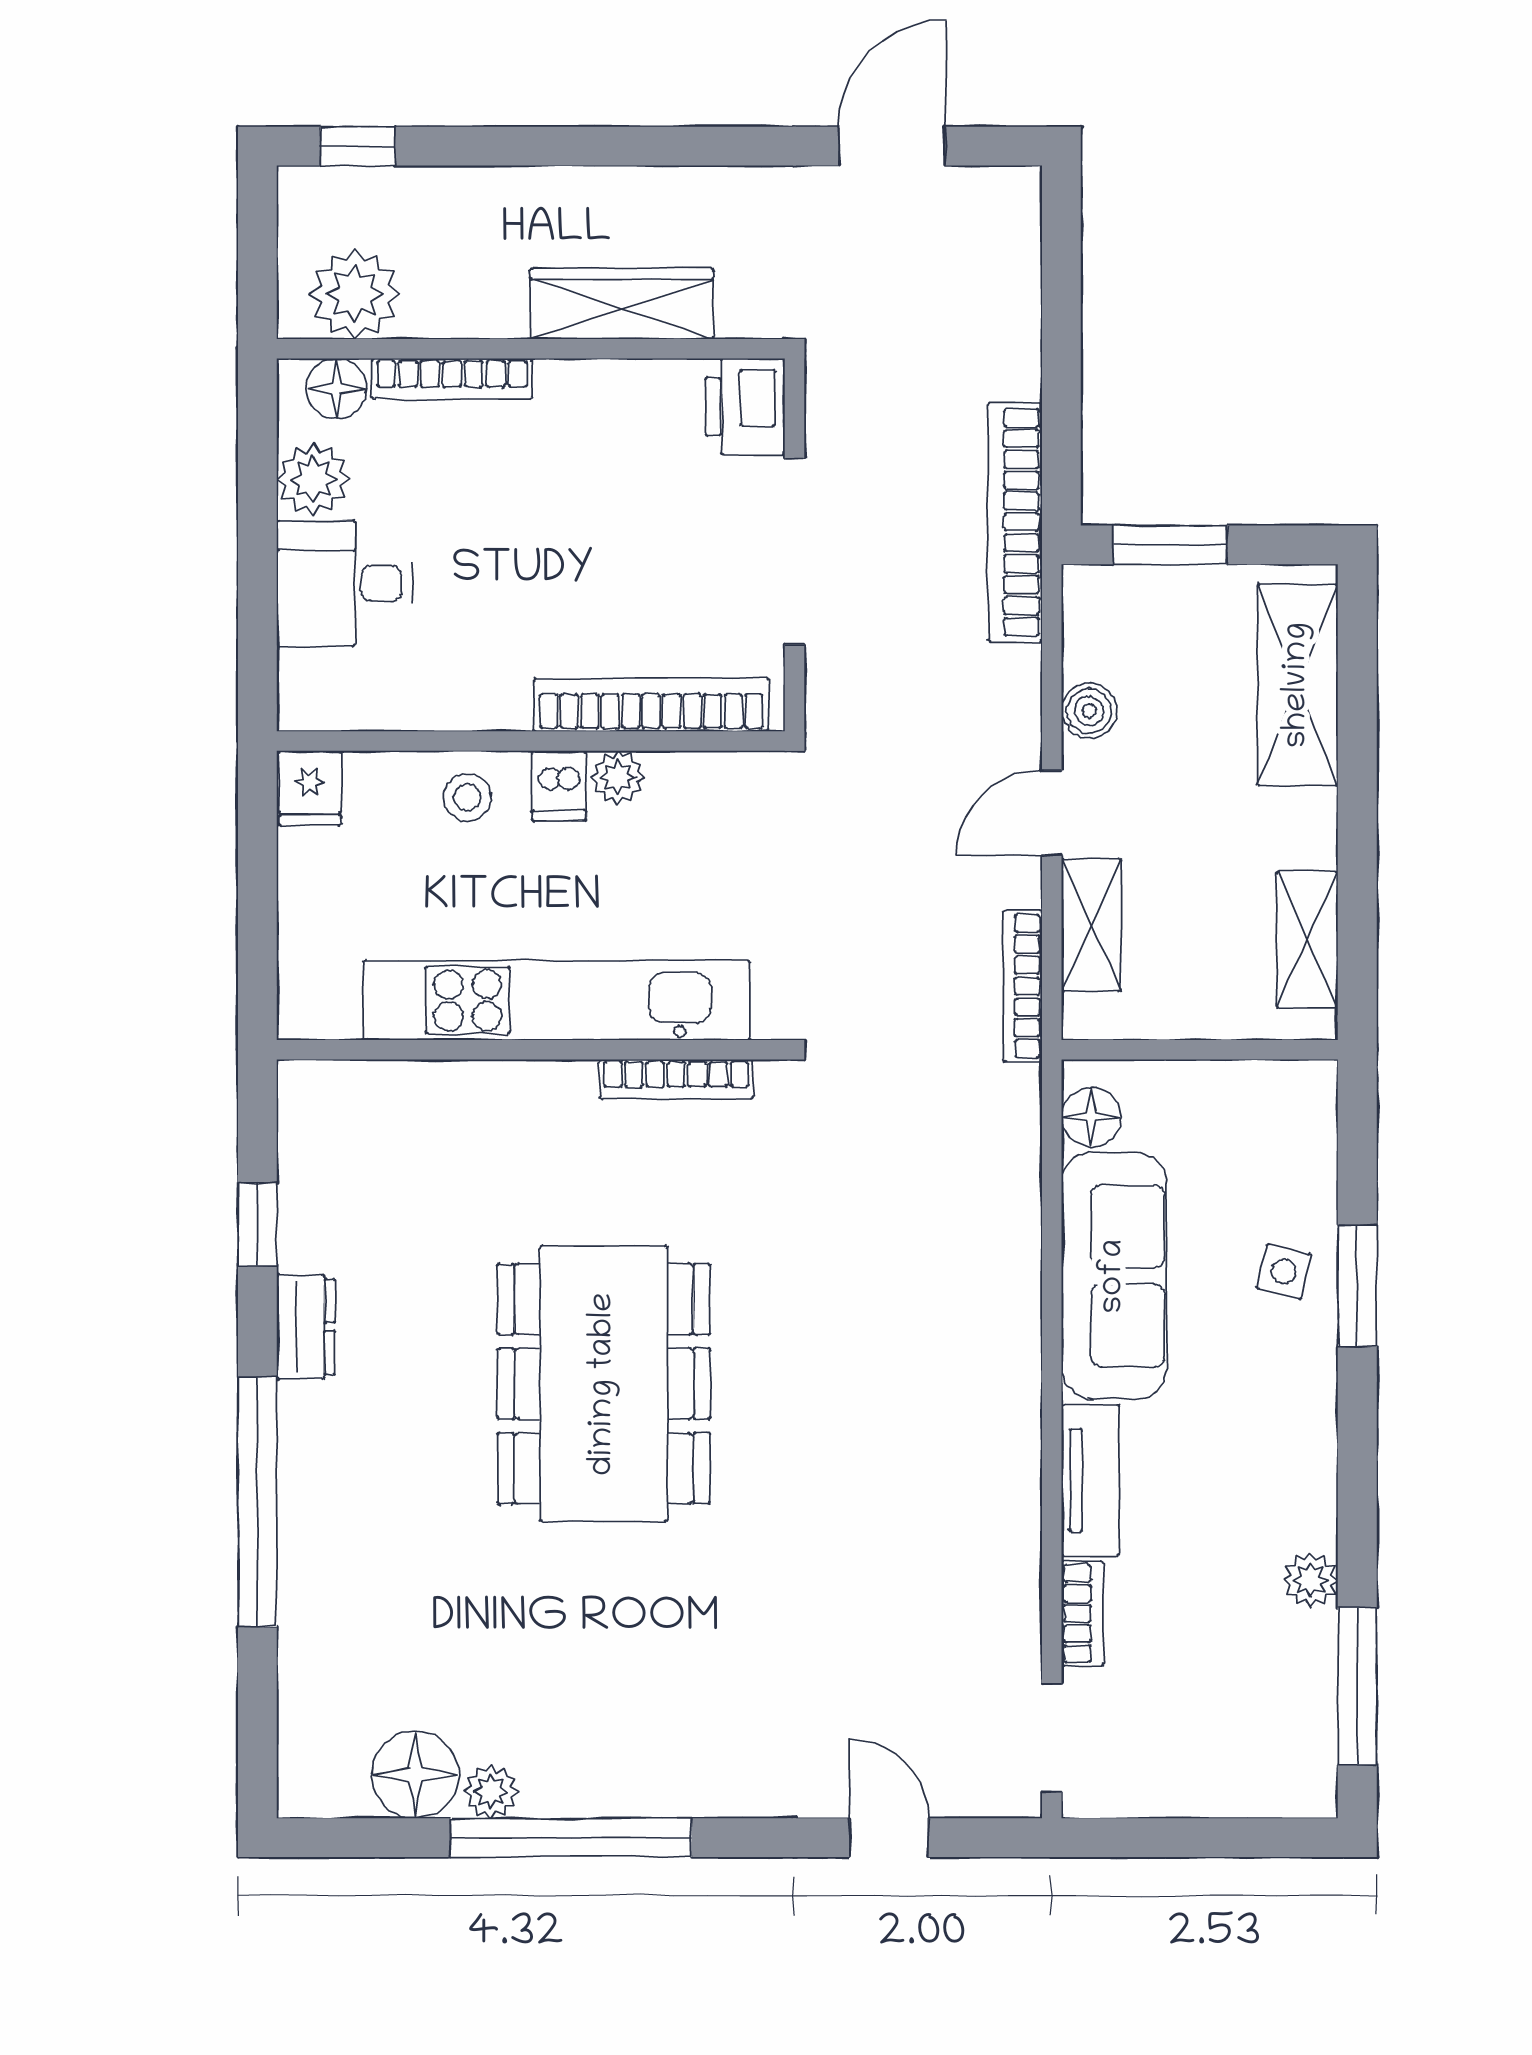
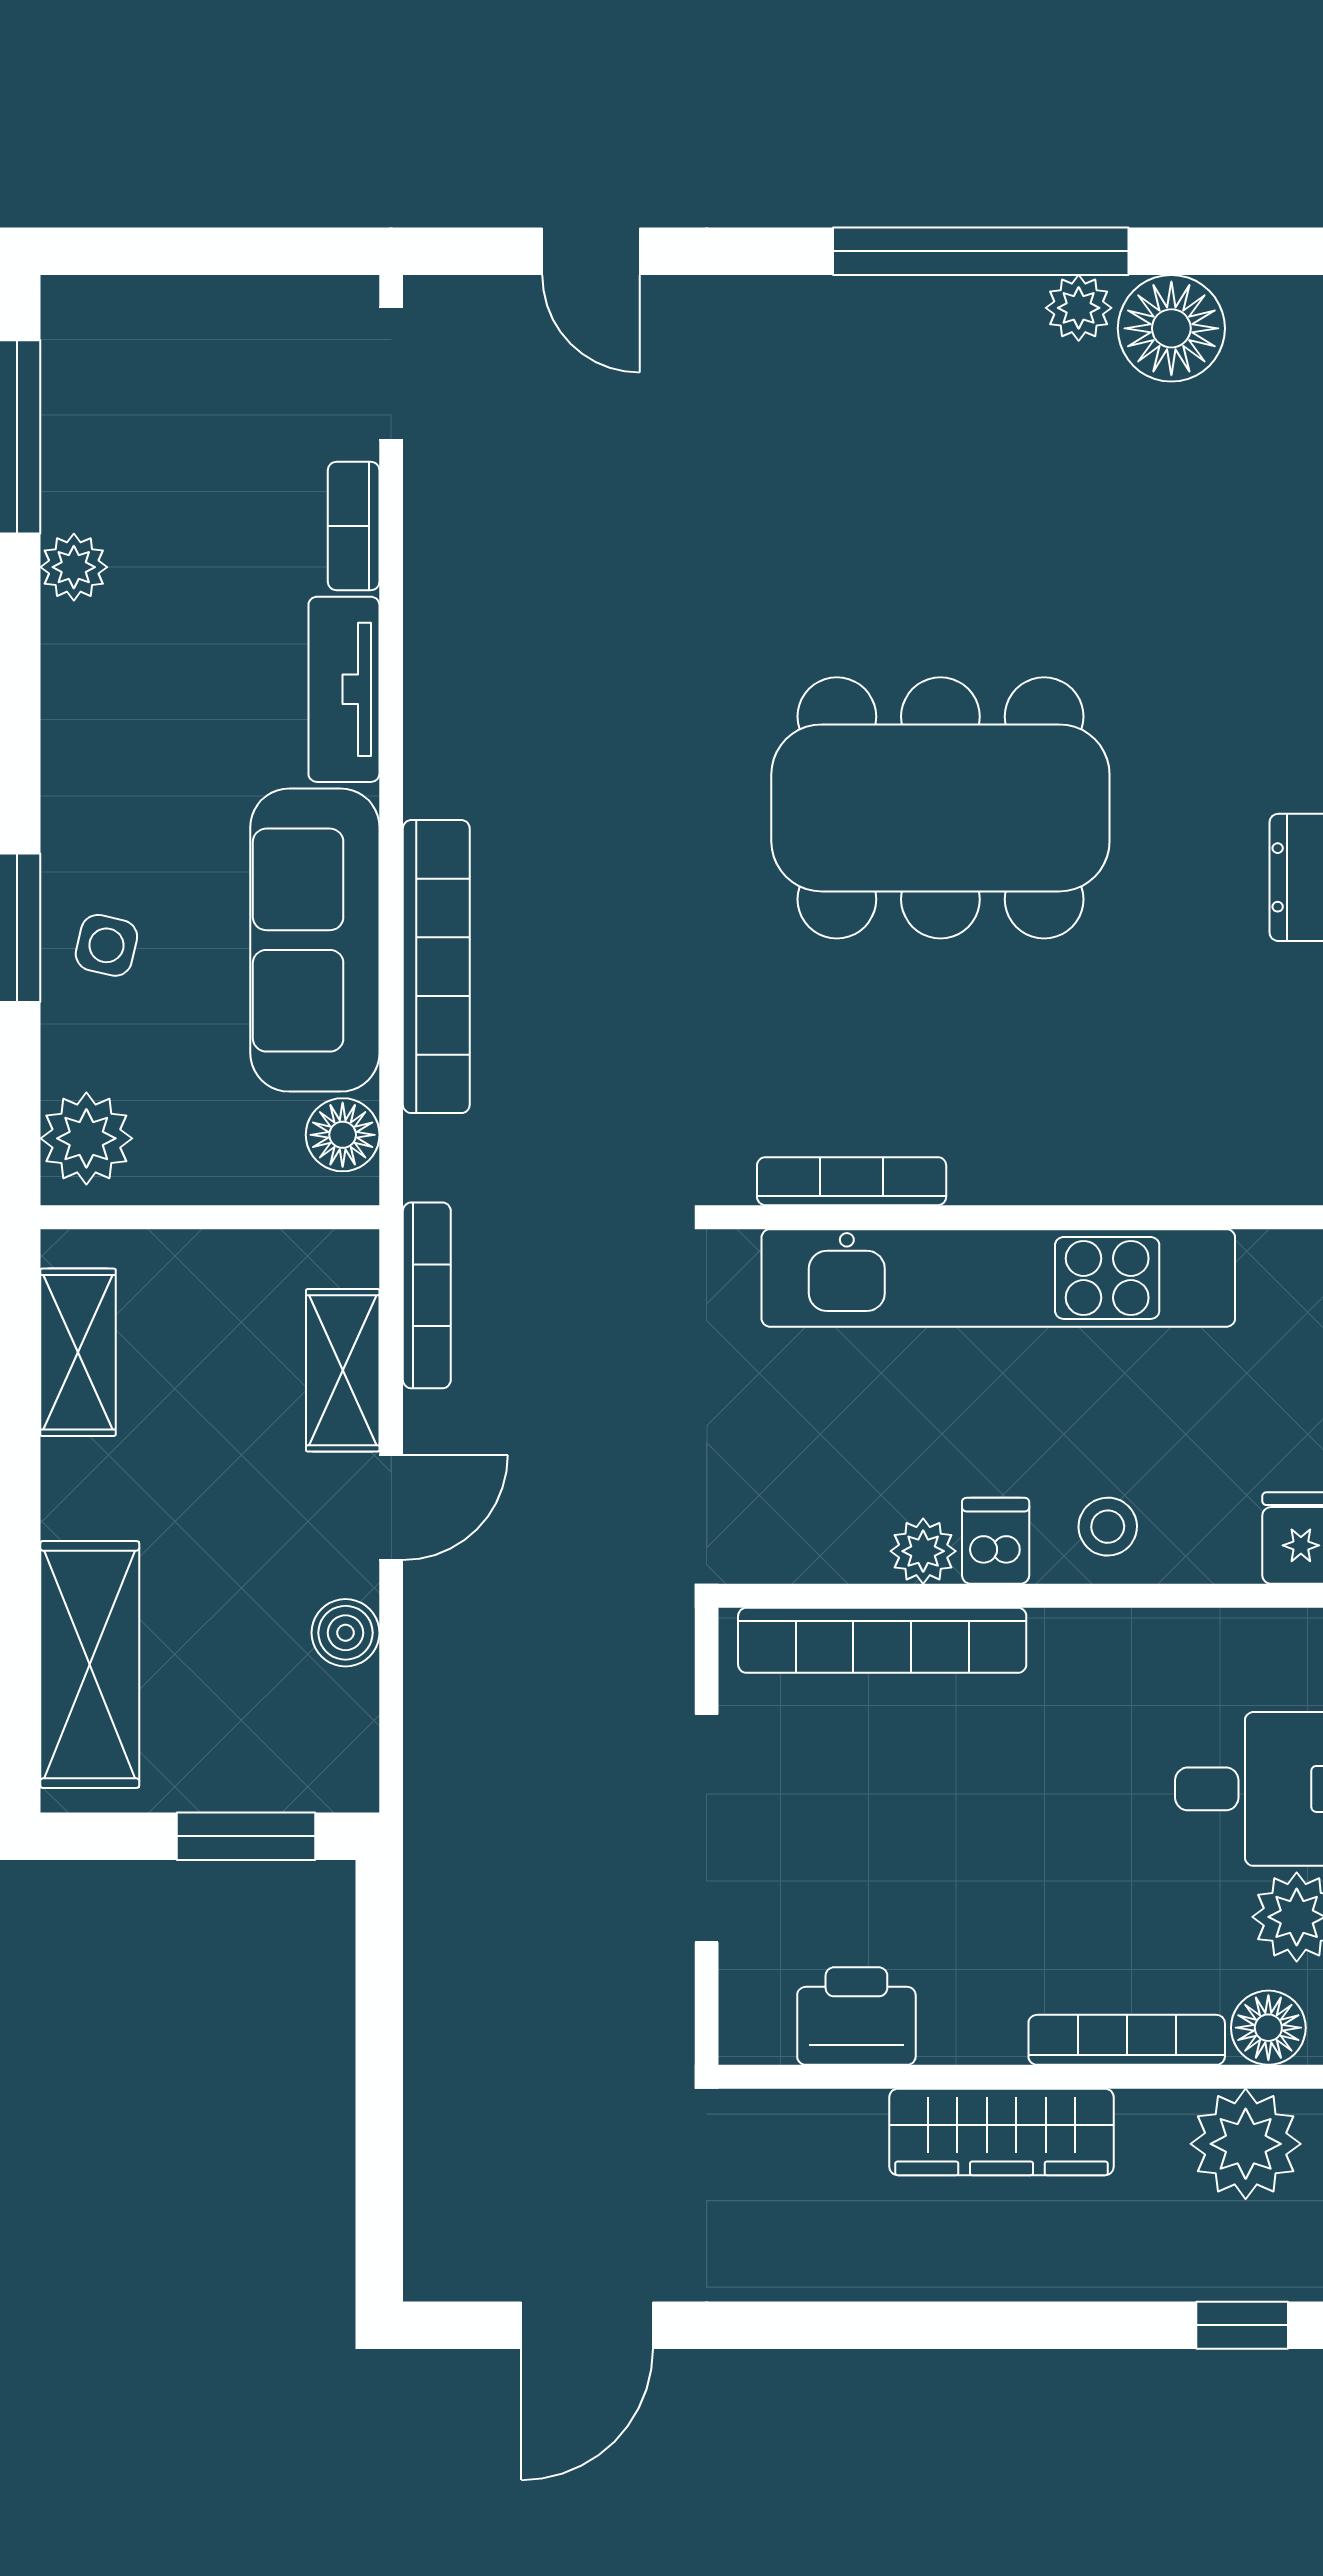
wardrobe: (622, 304) -> (1001, 2132), moved
printer: (745, 407) -> (856, 2016), moved, turned -90
bookcase: (1015, 522) -> (436, 967), moved
plant: (1300, 1114) -> (86, 1138), added
dining table: (604, 1384) -> (940, 808), turned 90

